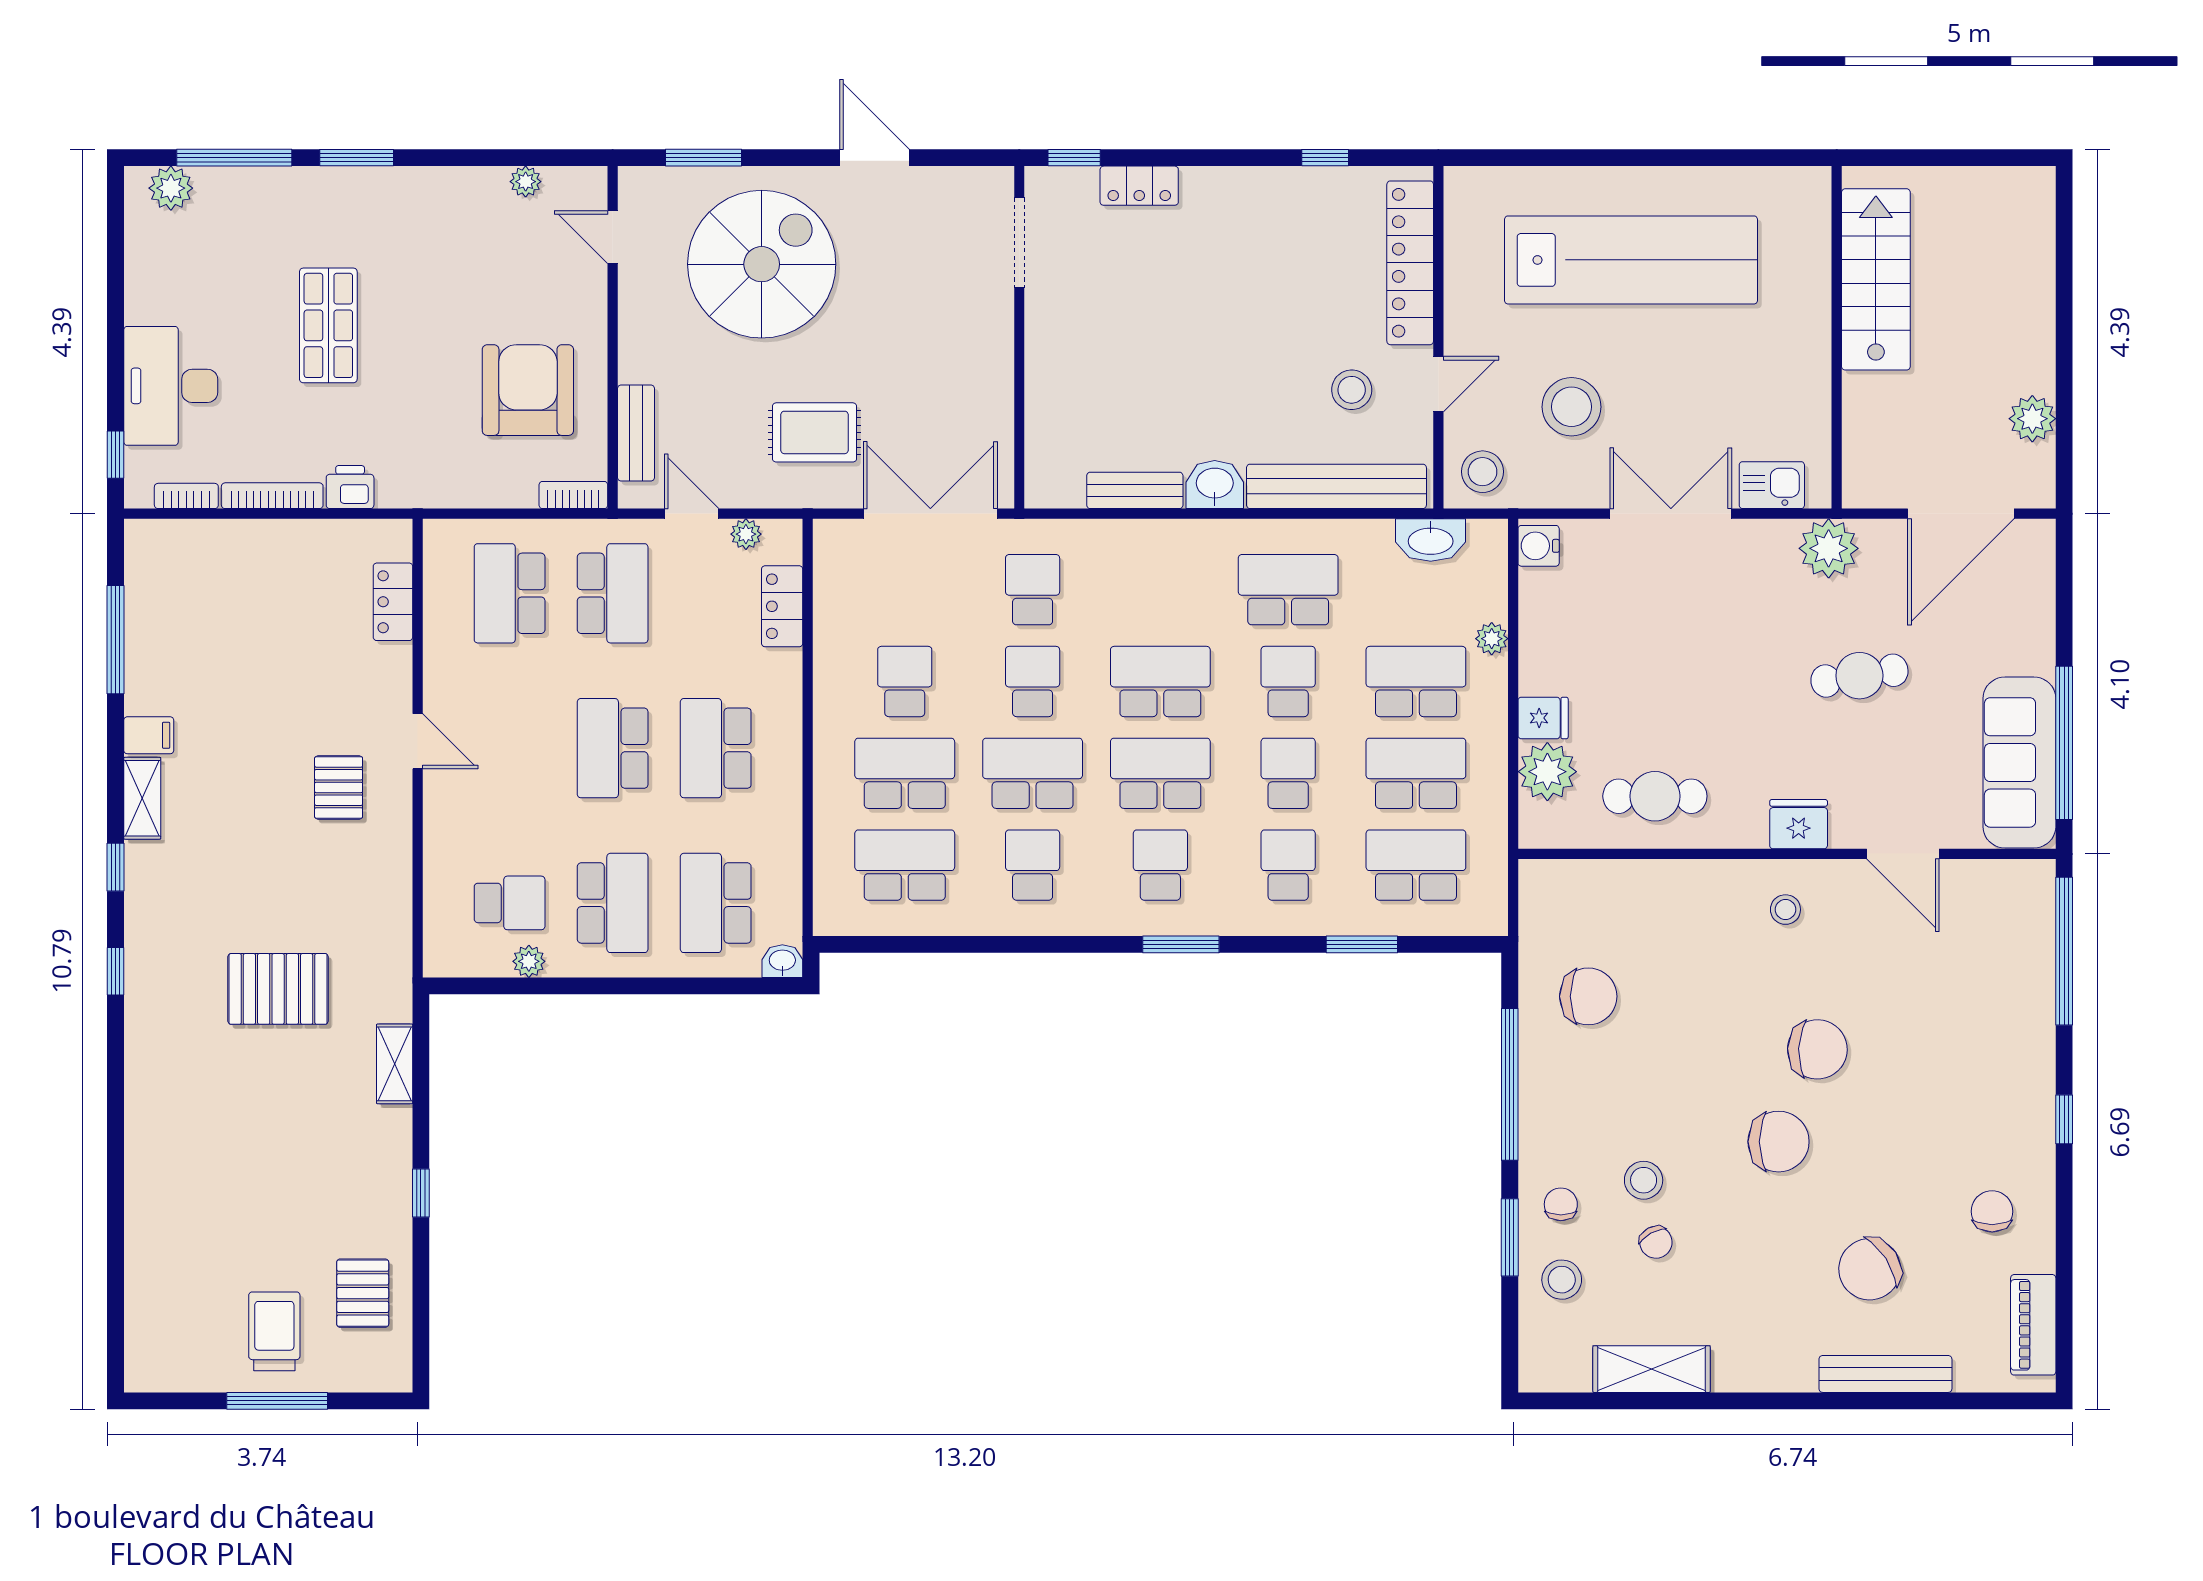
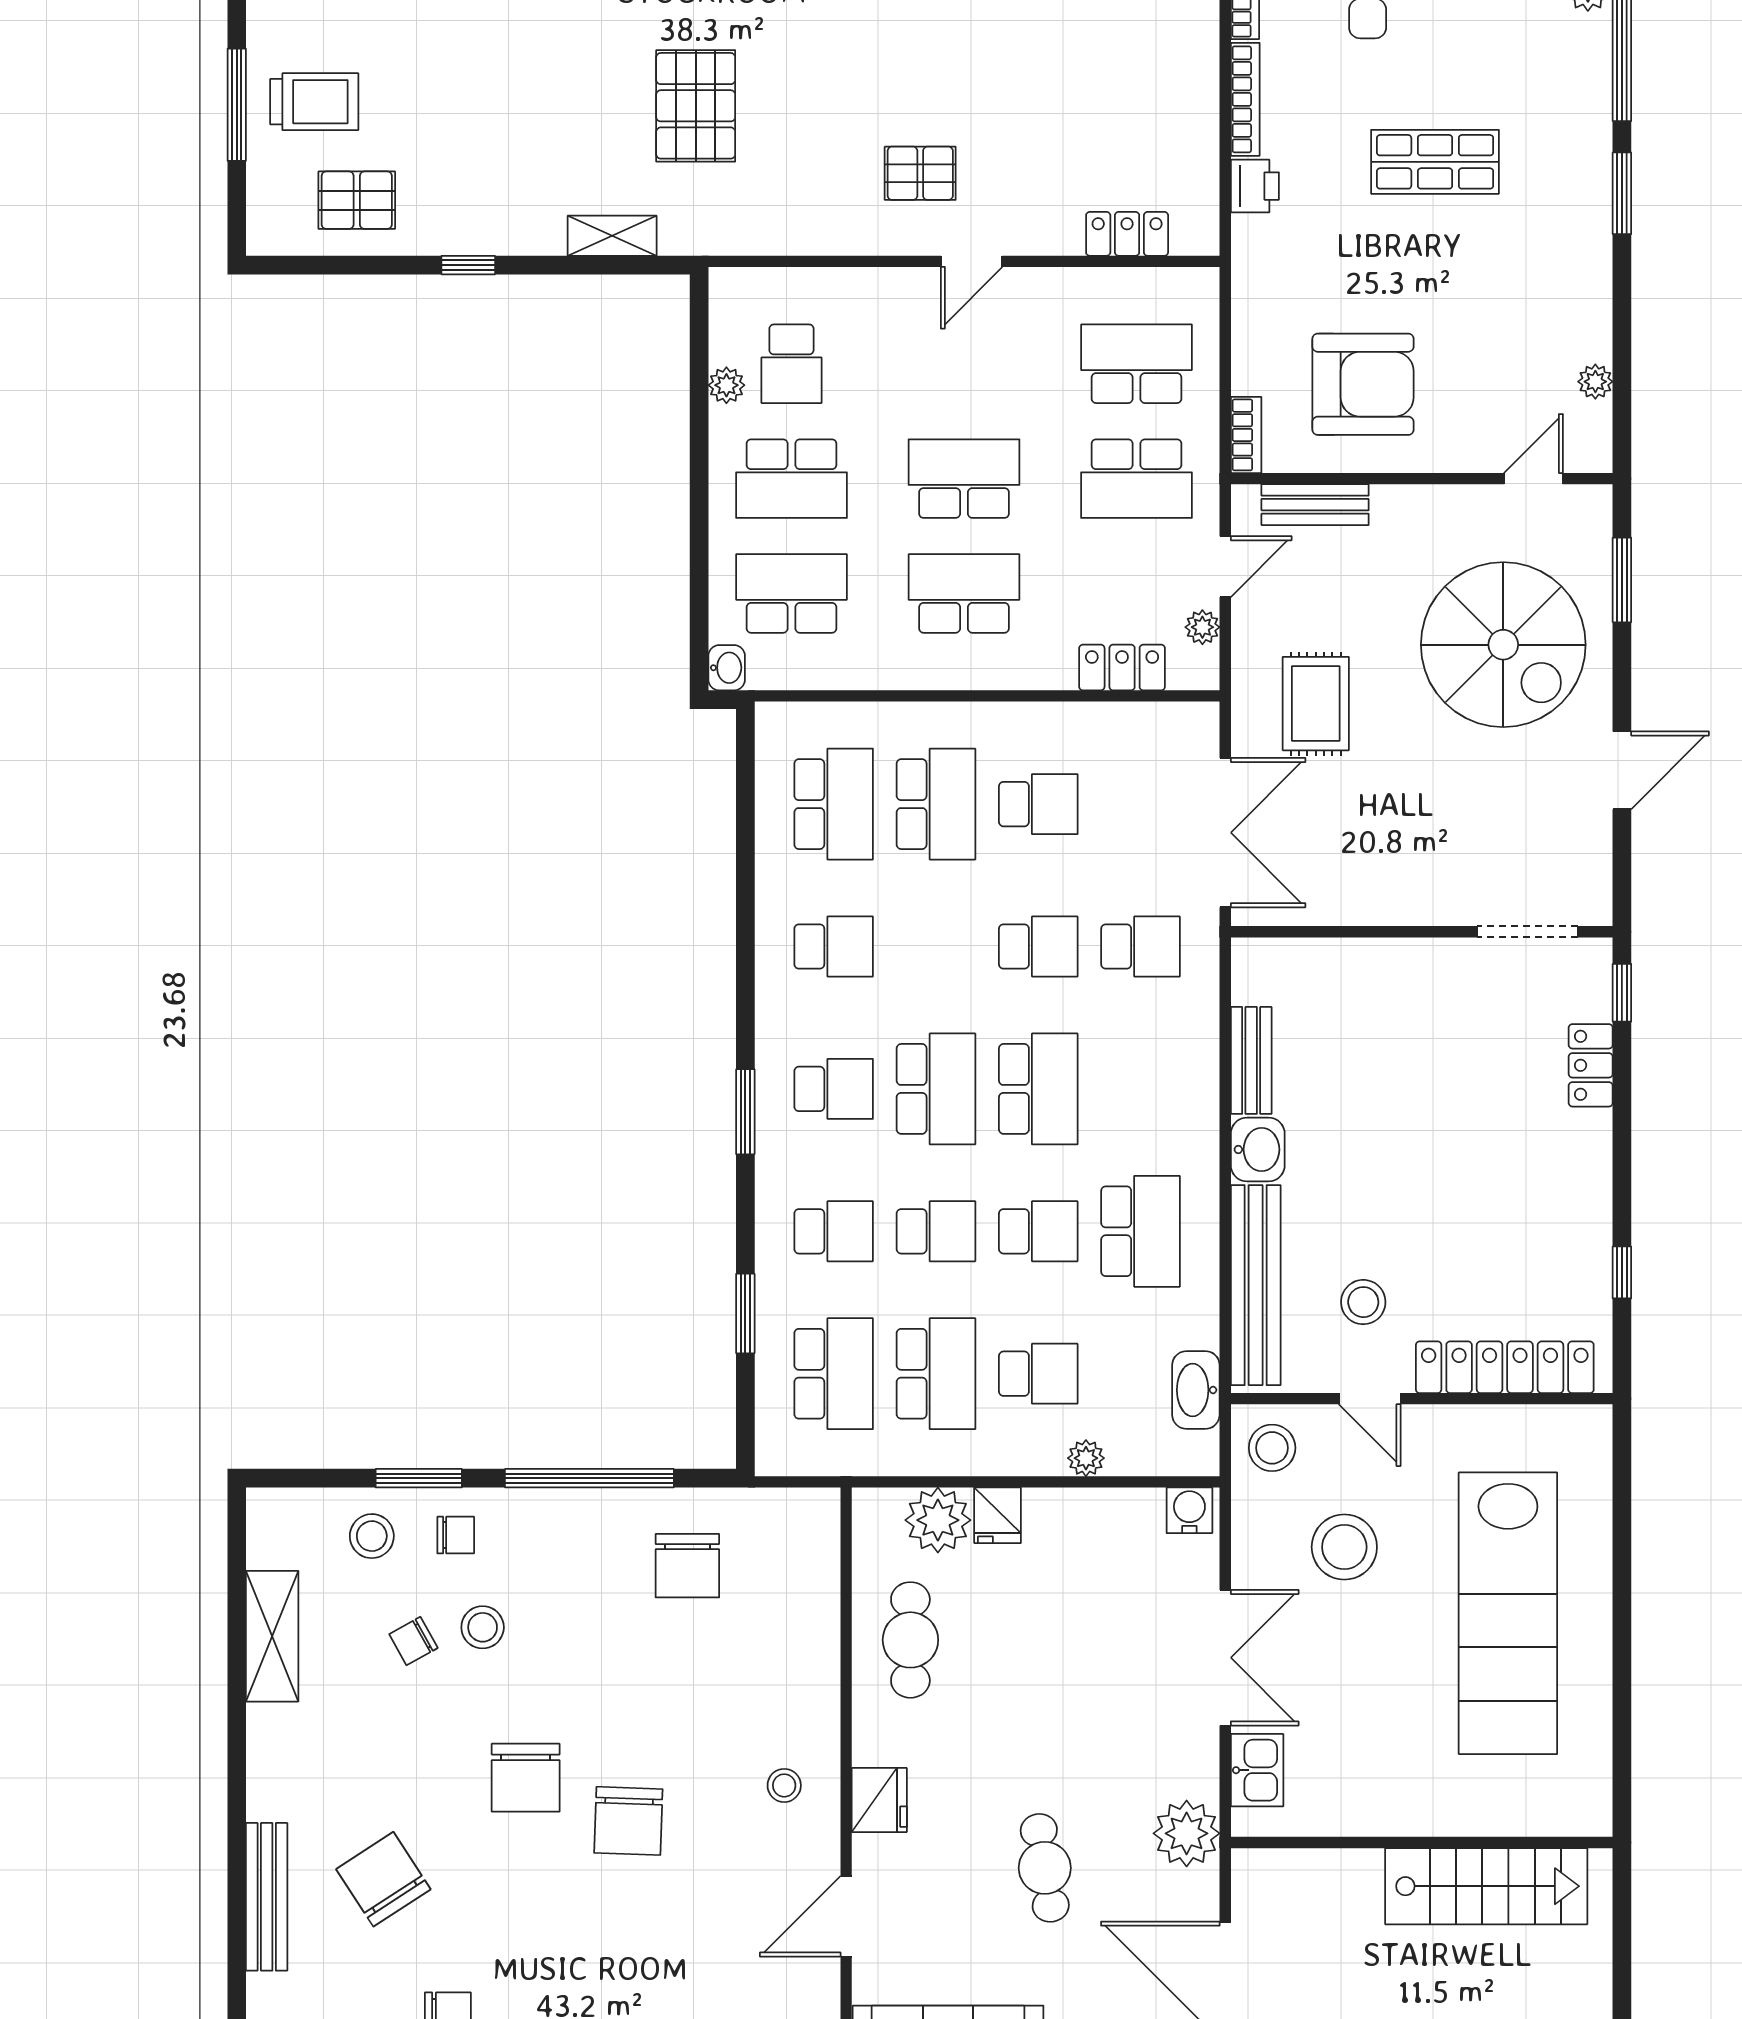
school desk: (1416, 681) -> (1038, 1374), width x0.54
school desk: (1033, 773) -> (936, 946), removed

